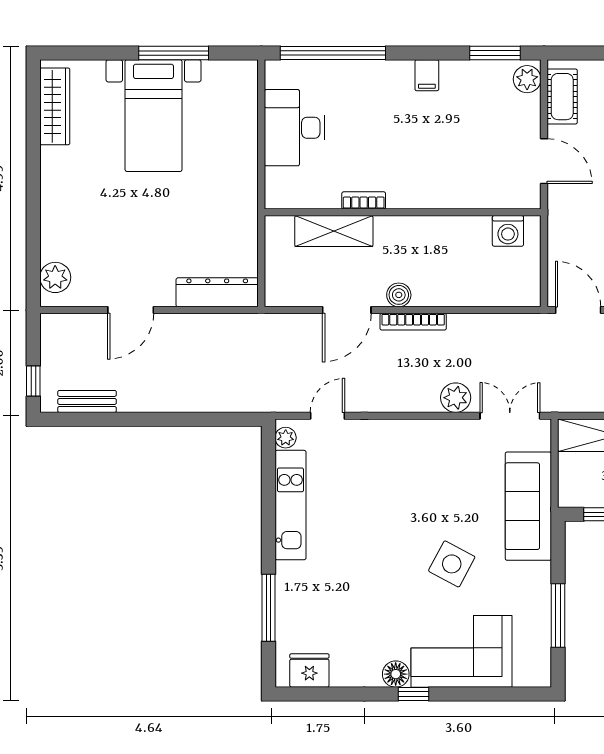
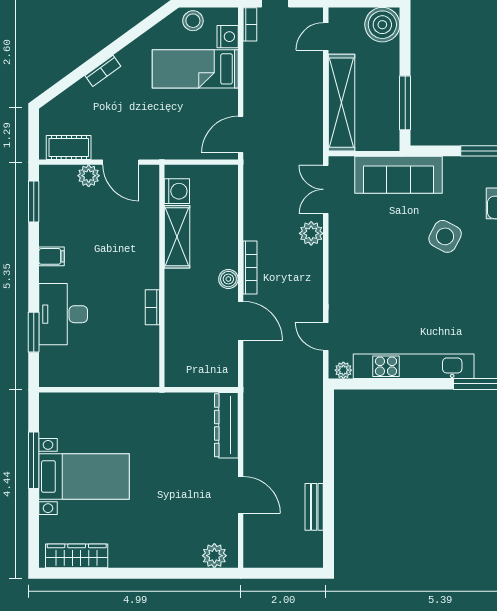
window: (333, 53) -> (34, 332), width x0.47
plant: (527, 79) -> (89, 176), moved
desk: (295, 128) -> (63, 314), moved, turned 90
door: (544, 161) -> (121, 162), swing flipped
shelving: (334, 231) -> (177, 237), moved
window: (33, 381) -> (298, 573), removed
bench: (87, 401) -> (314, 507), moved
kitchen unit: (290, 505) -> (414, 366), width x1.36

